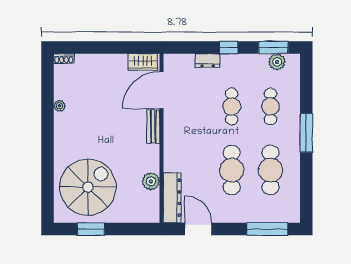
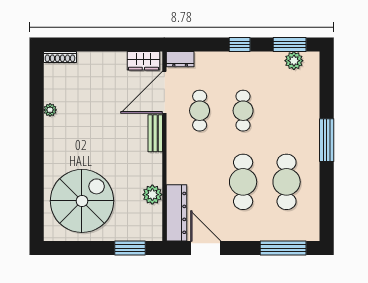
shoe rack: (64, 59) -> (60, 57), width x1.43
dresser: (208, 61) -> (180, 59), moved
cafe table: (270, 106) -> (200, 111), moved
window: (91, 229) -> (130, 248), moved

